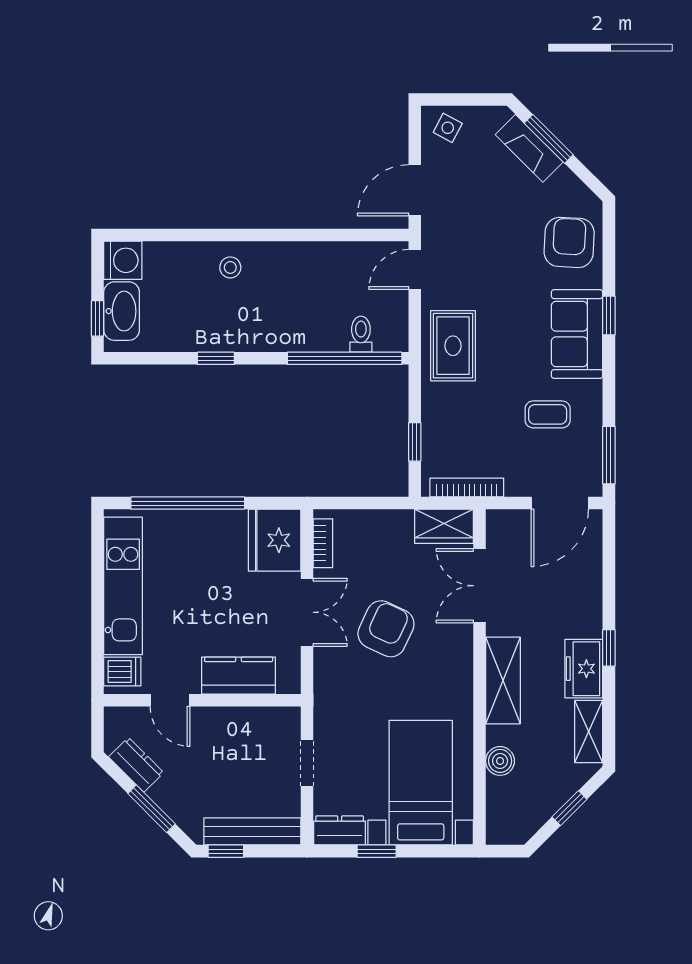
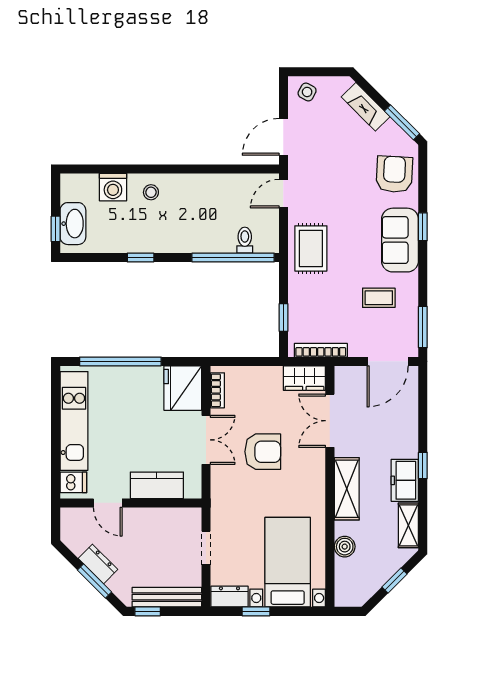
window: (549, 139) -> (402, 122), moved
washing machine: (123, 260) -> (113, 187), moved, turned 90
armchair: (386, 629) -> (263, 452), turned 65
dresser: (136, 765) -> (98, 564), moved

